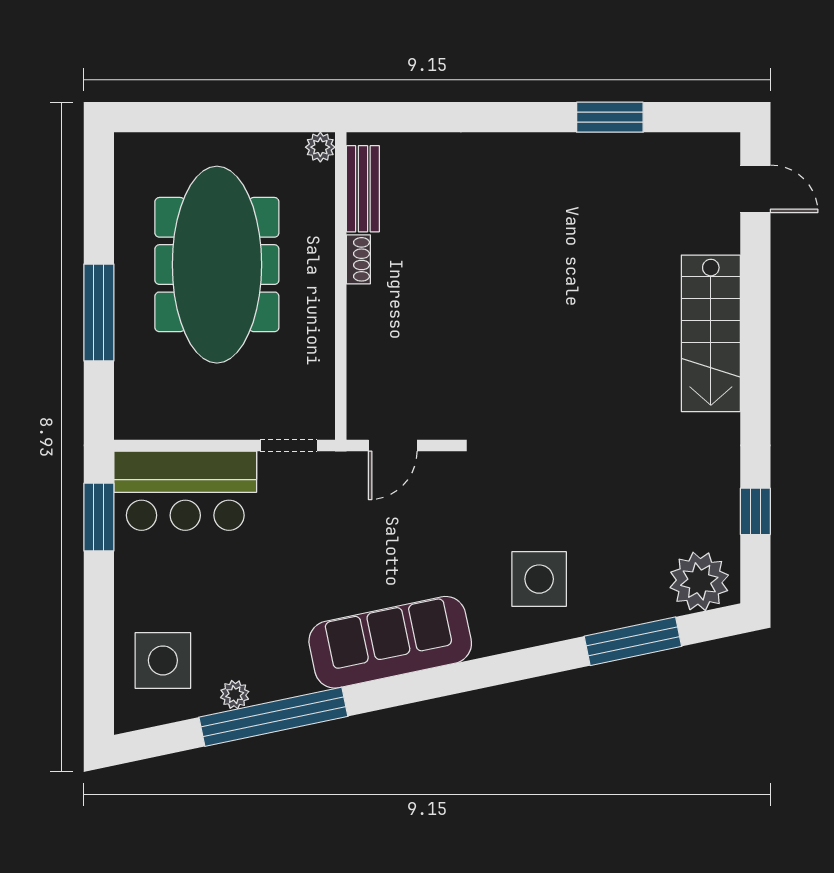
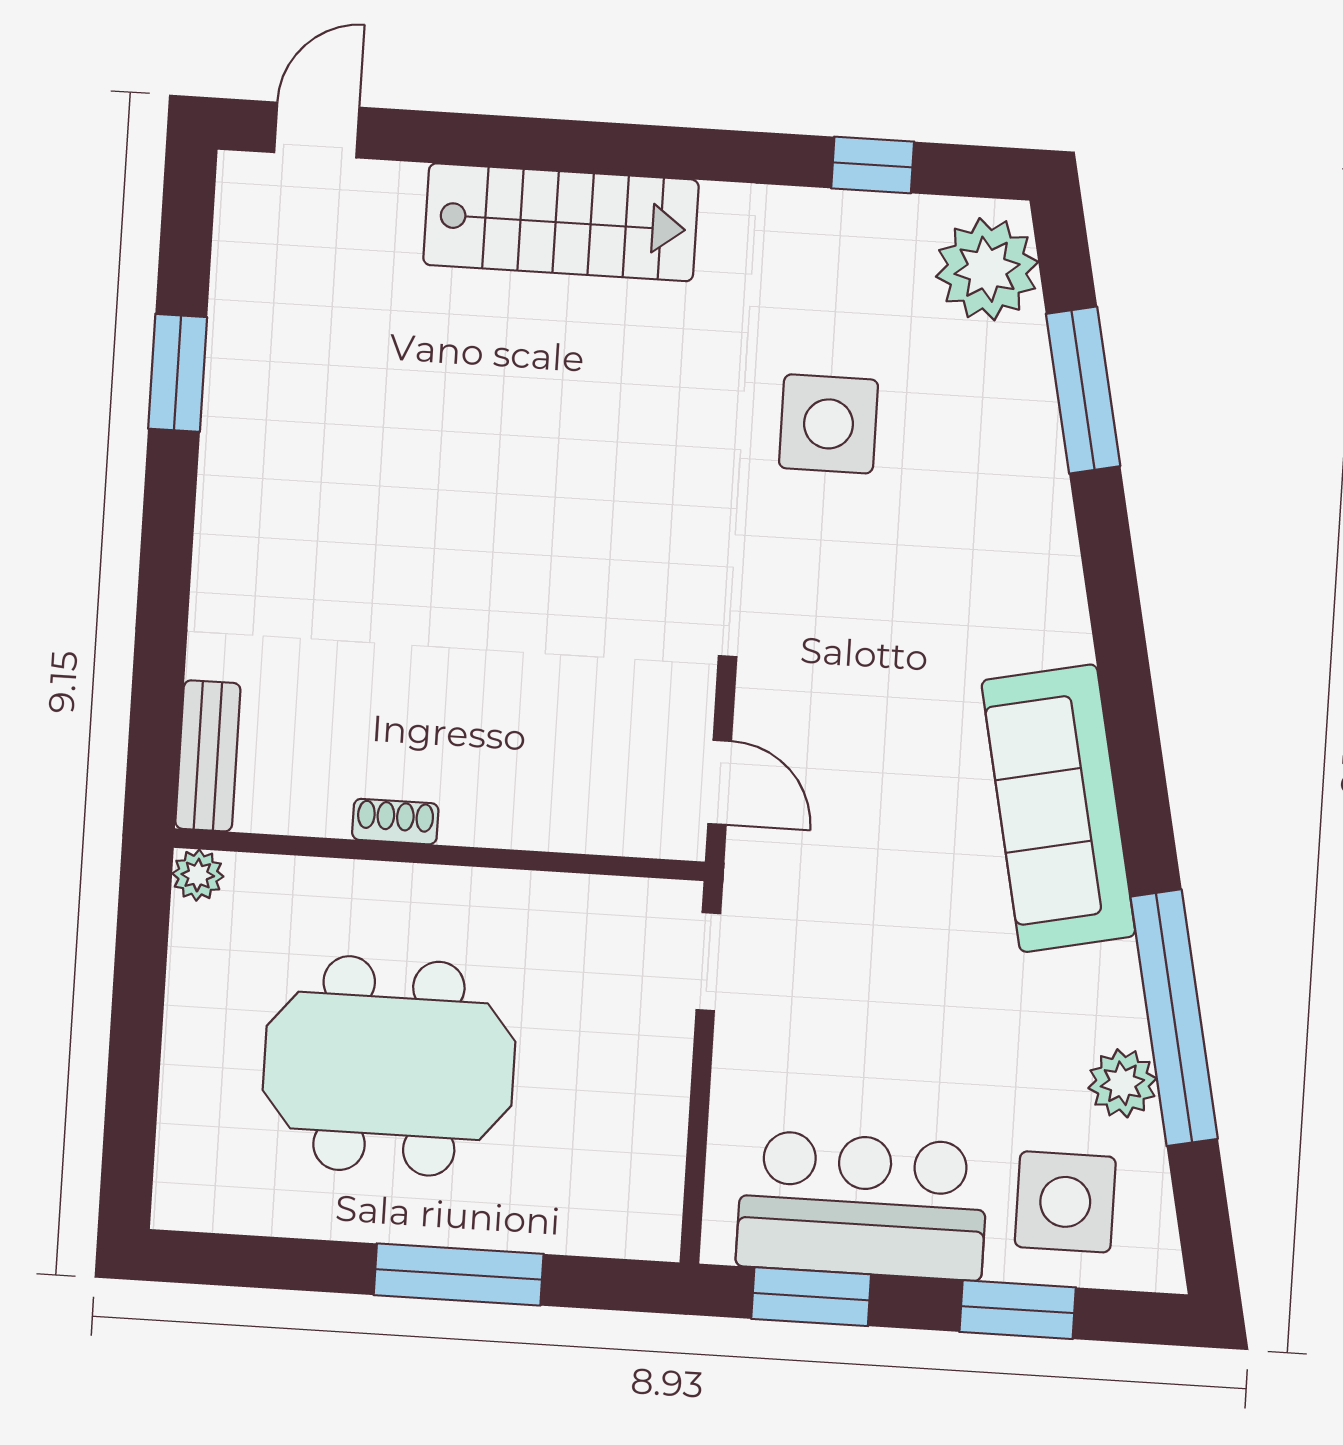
bench: (363, 189) -> (208, 756), moved, turned 90
meeting table: (217, 265) -> (389, 1066), width x0.73
bar counter: (185, 491) -> (862, 1205), moved, turned -90
side table: (539, 579) -> (828, 424), moved
window: (99, 637) -> (1018, 1310), added
plant: (235, 695) -> (1122, 1083), width x1.38, depth x1.38

